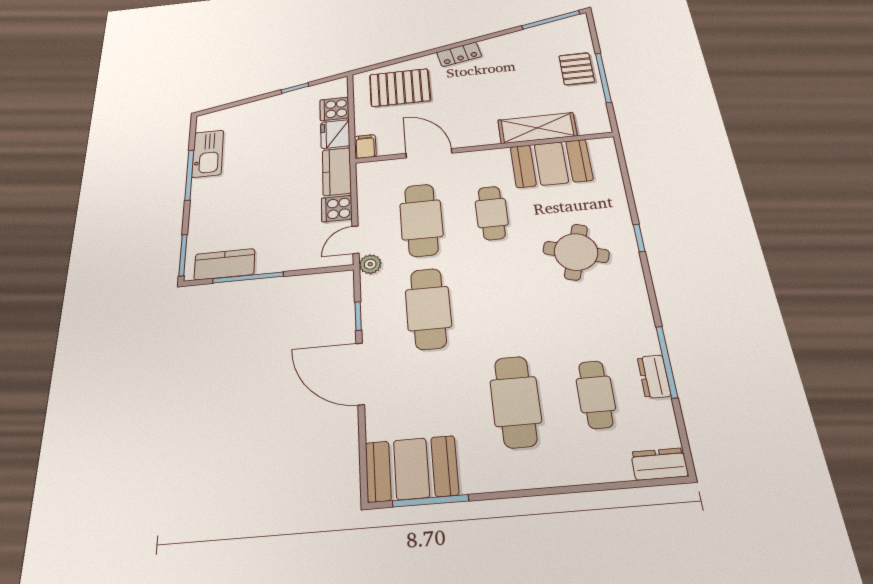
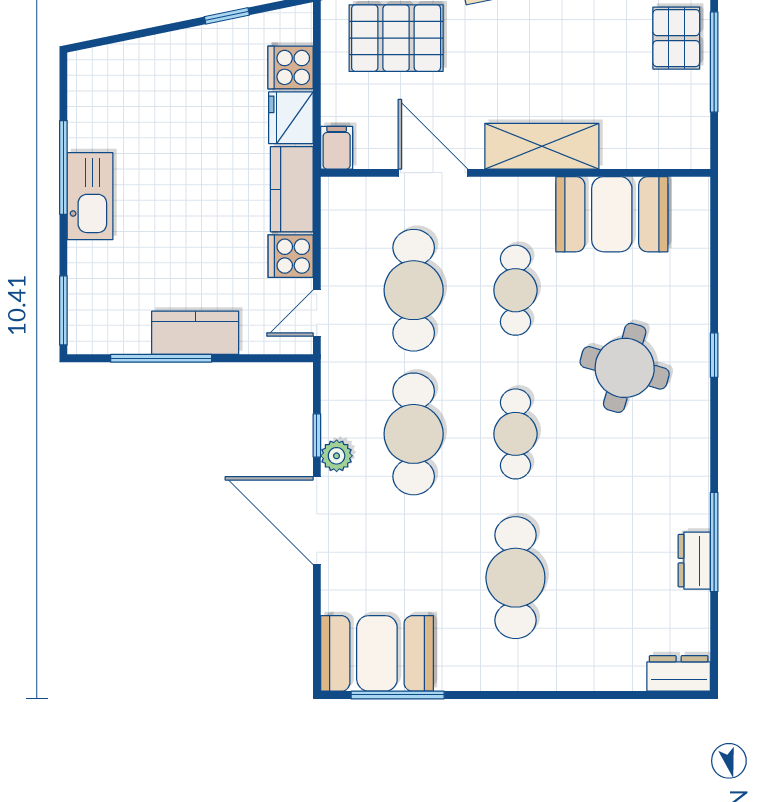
shelving: (537, 128) -> (542, 146), moved
kitchen sink: (208, 154) -> (90, 196), moved
kitchen counter: (224, 264) -> (195, 333), moved
plant: (370, 264) -> (337, 456), moved
cafe table: (596, 394) -> (515, 434), moved

